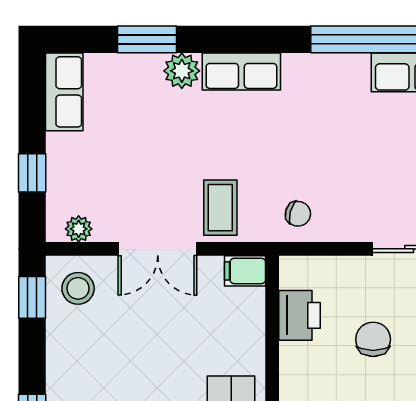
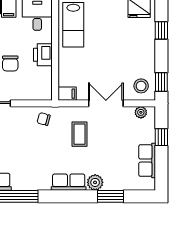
row of seats: (64, 92) -> (147, 161), moved
coffee table: (220, 208) -> (79, 134), moved
printer: (300, 315) -> (43, 55), moved

